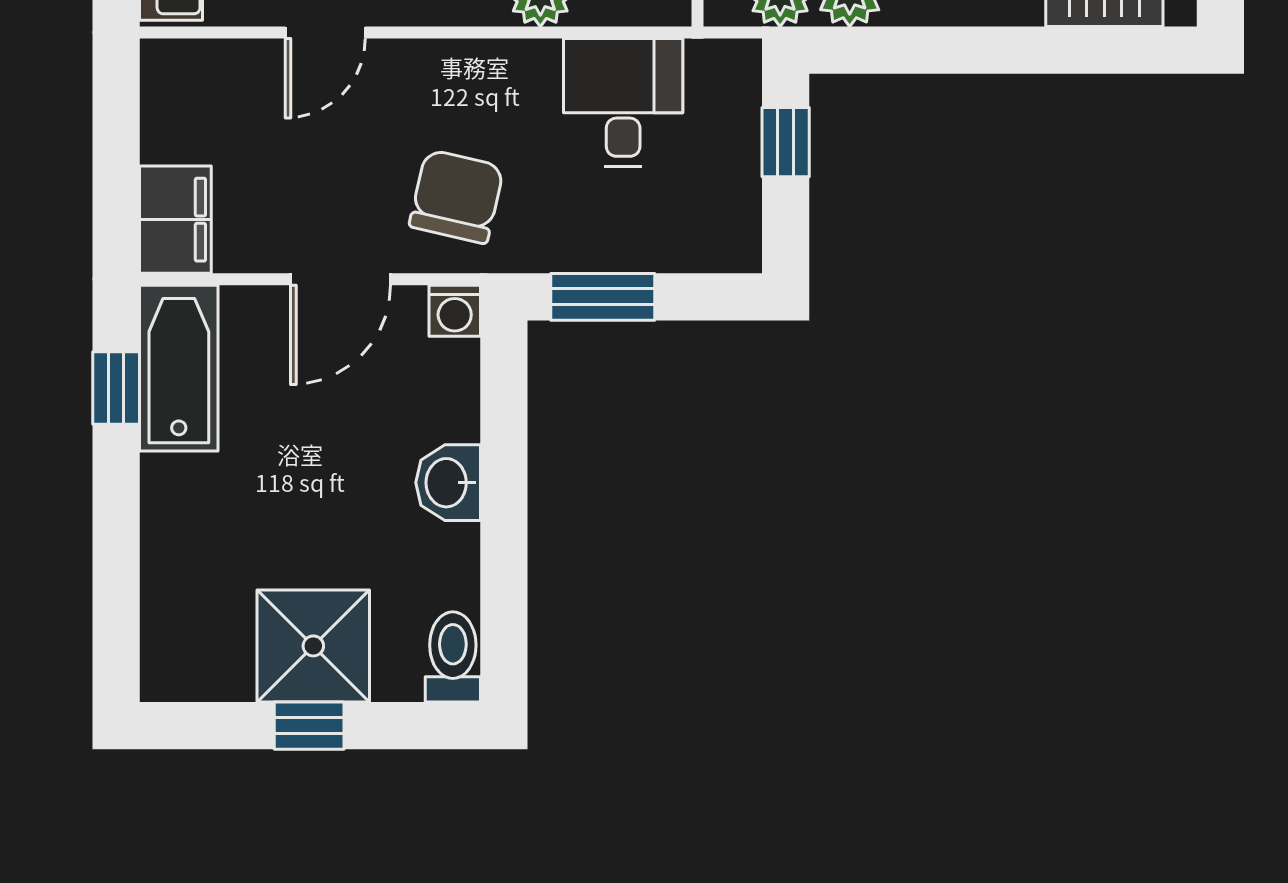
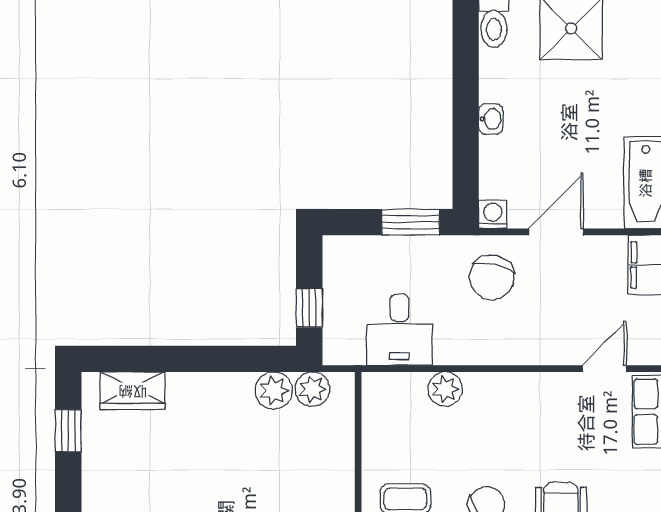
door: (325, 32) -> (604, 369), moved
washbasin: (448, 483) -> (491, 119), width x0.72, depth x0.69

